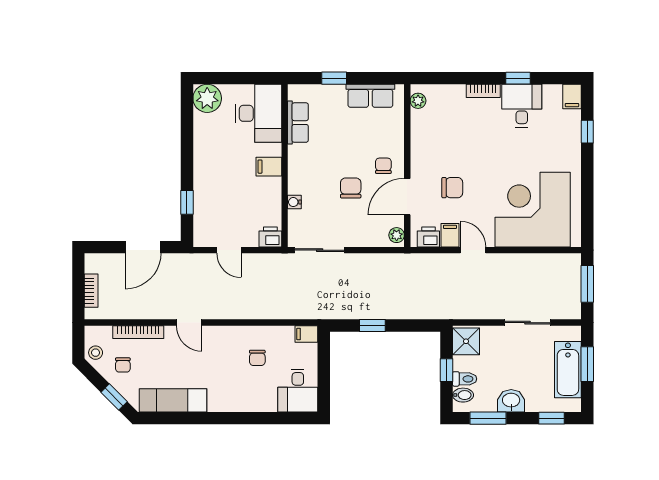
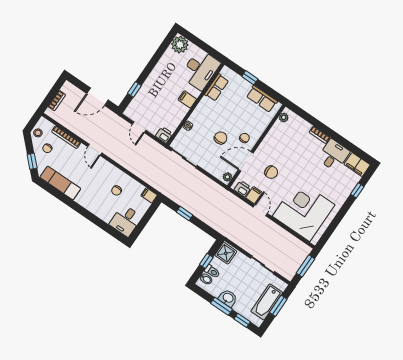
window: (518, 78) -> (341, 140), removed
filing cabinet: (572, 96) -> (357, 165), width x2.00
window: (488, 418) -> (221, 306), moved

